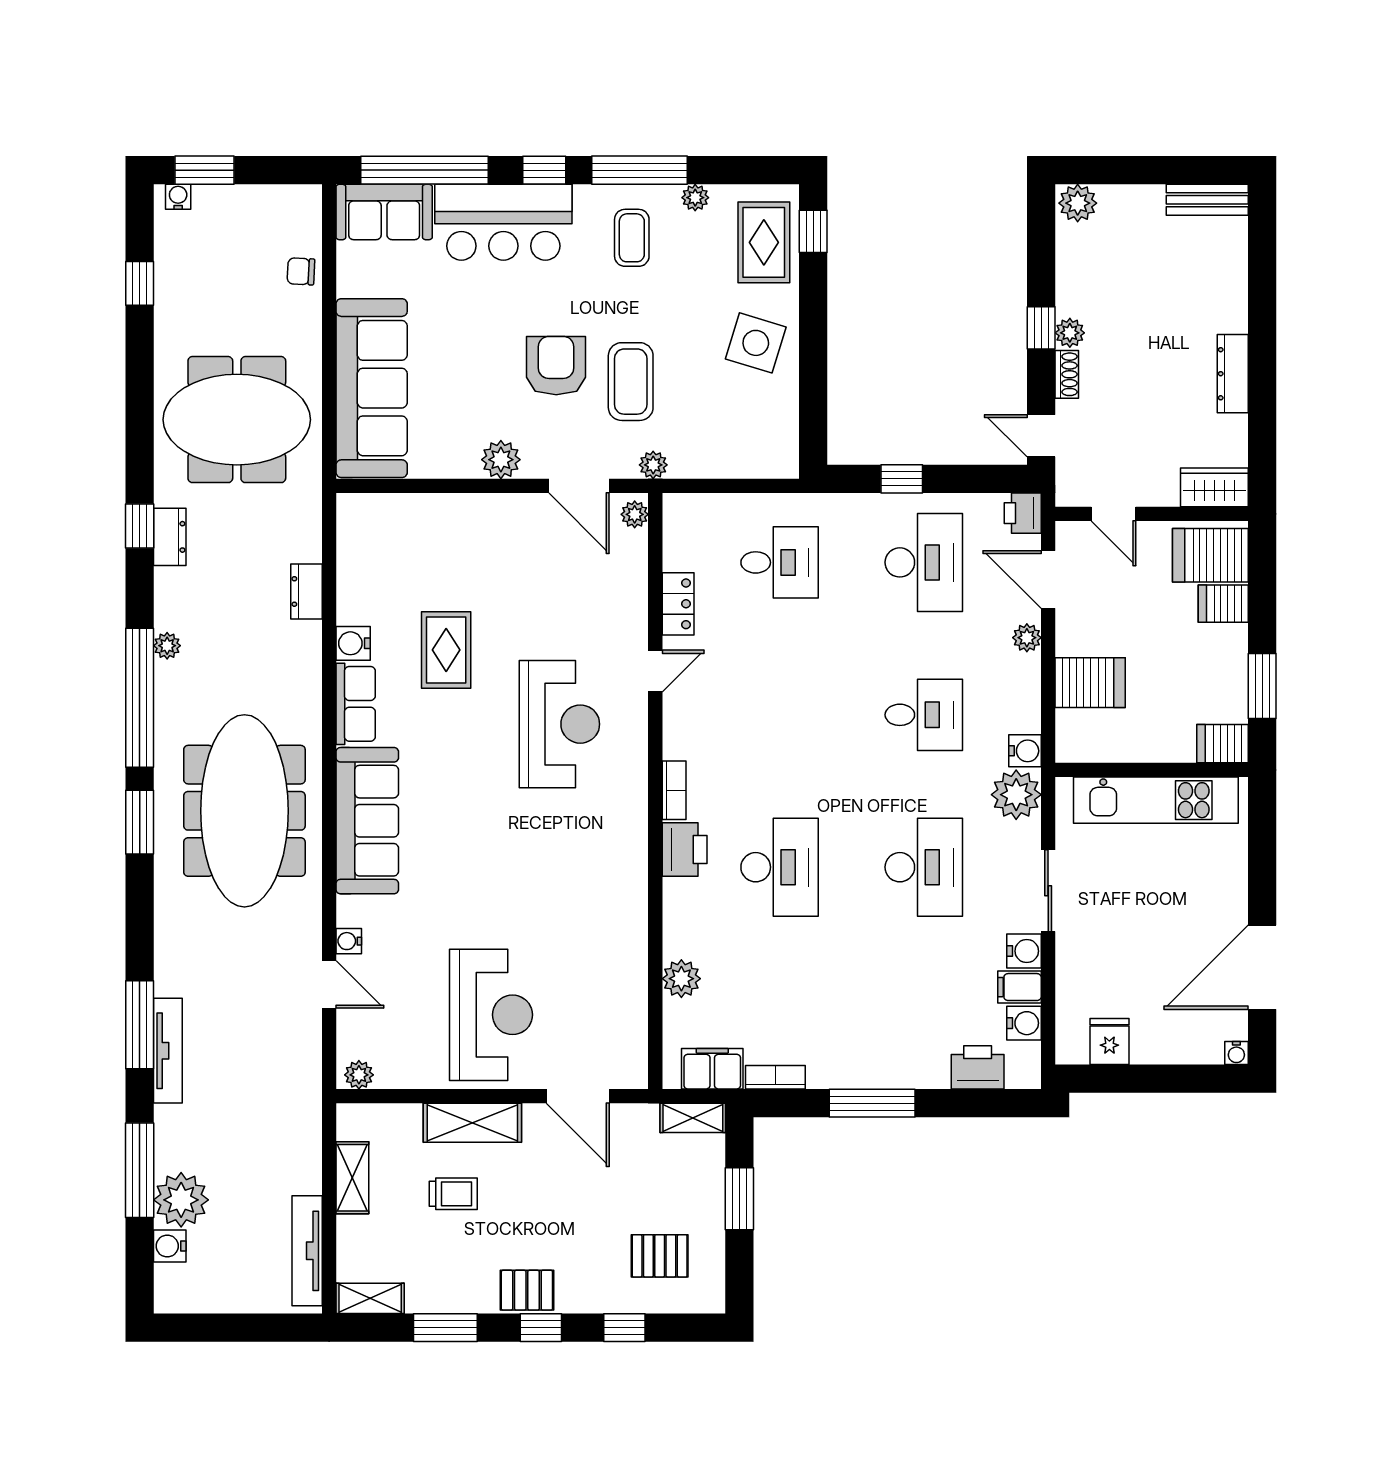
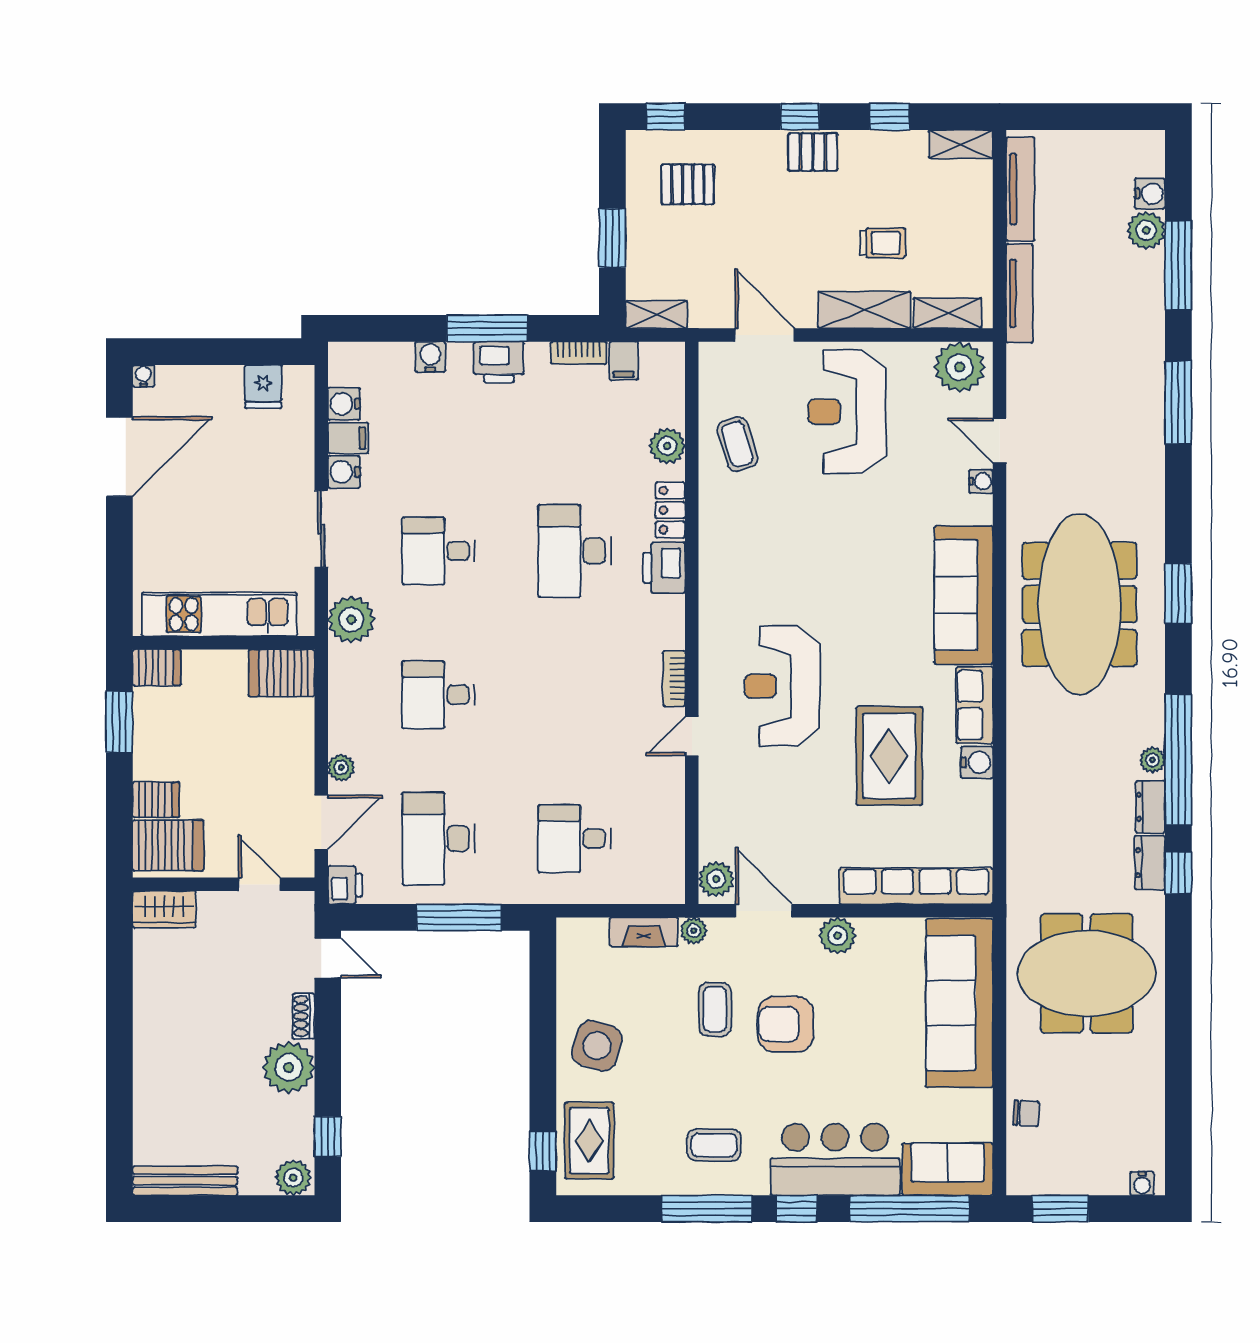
window: (204, 170) -> (1060, 1209), moved
plant: (695, 198) -> (654, 1183), removed
bench: (1207, 200) -> (185, 1181), width x1.36
coffee table: (632, 238) -> (714, 1145), turned 90
window: (140, 283) -> (1178, 1102), removed
window: (1041, 328) -> (328, 1137), moved
plant: (1070, 333) -> (289, 1067), width x1.87, depth x1.87
armchair: (556, 366) -> (785, 1024), turned 90
dresser: (1233, 374) -> (147, 1017), removed
coffee table: (631, 382) -> (715, 1009), width x0.73, depth x0.77
fireplace: (706, 463) -> (644, 932), added
window: (902, 479) -> (459, 917), width x2.17
row of seats: (417, 512) -> (916, 886), added
plant: (635, 514) -> (716, 879), width x1.38, depth x1.38
door: (1048, 580) -> (321, 822), hinge flipped
dresser: (306, 591) -> (1150, 807), moved, turned 180
locker: (678, 604) -> (670, 510), moved
rug: (446, 650) -> (889, 756), width x1.36, depth x1.43
server rack: (1090, 683) -> (282, 673), moved
window: (140, 698) -> (1178, 760), moved
water cooler: (1025, 751) -> (430, 357), moved, turned 90
bookcase: (674, 790) -> (674, 679), moved
desk: (924, 867) -> (438, 551), width x0.73
coffee table: (607, 981) -> (737, 444), added
tv unit: (168, 1051) -> (1020, 293), moved, turned 180
printer: (978, 1067) -> (499, 362), moved
filing cabinet: (712, 1069) -> (624, 361), width x0.50
plant: (359, 1075) -> (960, 367), width x1.87, depth x1.87
shelving: (352, 1178) -> (947, 313), moved, turned 90
trolley: (453, 1194) -> (883, 243), turned 180
plant: (181, 1200) -> (1146, 230), width x0.73, depth x0.73
window: (445, 1328) -> (890, 117), width x0.67
window: (624, 1328) -> (666, 117), moved

